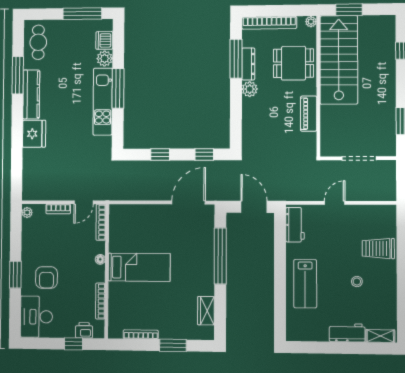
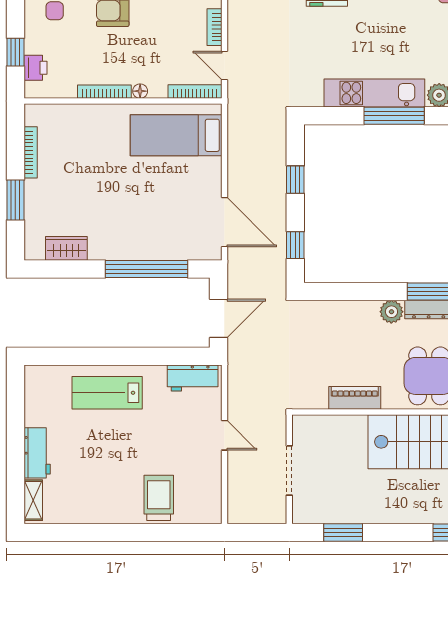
bed: (139, 267) -> (176, 135), moved, turned 90
stool: (357, 282) -> (111, 467), removed
bookcase: (100, 301) -> (104, 92), moved

